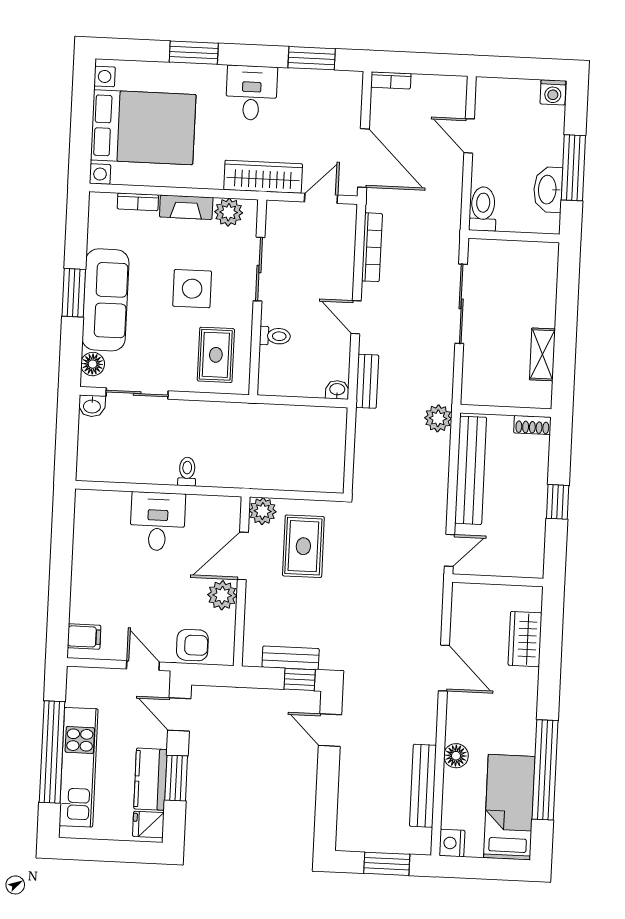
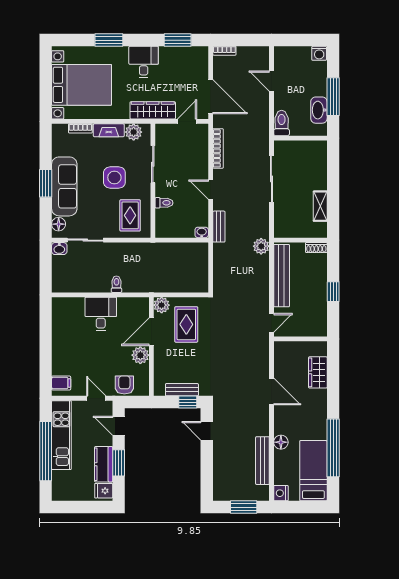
armchair: (192, 645) -> (124, 385), turned -90
kitchen unit: (79, 767) -> (61, 435), moved

